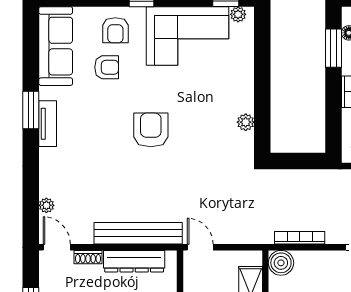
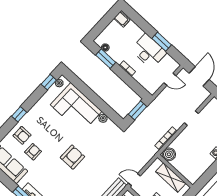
corner sofa: (187, 36) -> (76, 108), moved, turned 90
armchair: (151, 130) -> (72, 157), turned 90
window: (302, 161) -> (138, 110), added

